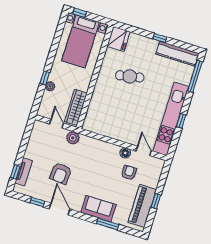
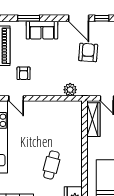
cafe table: (130, 76) -> (51, 165), turned -64
plant: (73, 138) -> (70, 90), moved
floor lamp: (125, 153) -> (33, 91), removed

